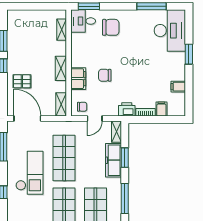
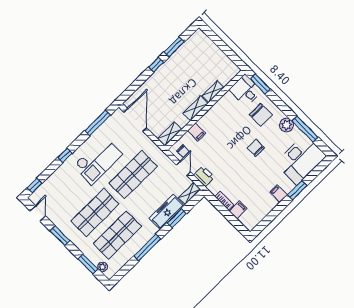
plant: (136, 16) -> (286, 125), added
shelving: (62, 30) -> (213, 92), moved
chair: (105, 75) -> (256, 148), moved
filing cabinet: (78, 79) -> (196, 132), width x0.50
pallet: (22, 81) -> (158, 89), removed
filing cabinet: (178, 87) -> (279, 194), moved
printer: (127, 109) -> (204, 176), moved
door: (95, 119) -> (183, 168), swing flipped

